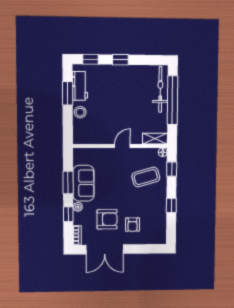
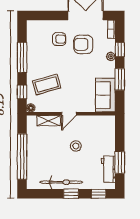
bicycle: (160, 89) -> (61, 182), moved, turned -90
stool: (80, 112) -> (76, 146), moved
shelving: (155, 139) -> (49, 121), moved
sofa: (83, 183) -> (105, 95), moved
window: (171, 205) -> (22, 57), width x2.17
armchair: (132, 225) -> (59, 39), turned 90

